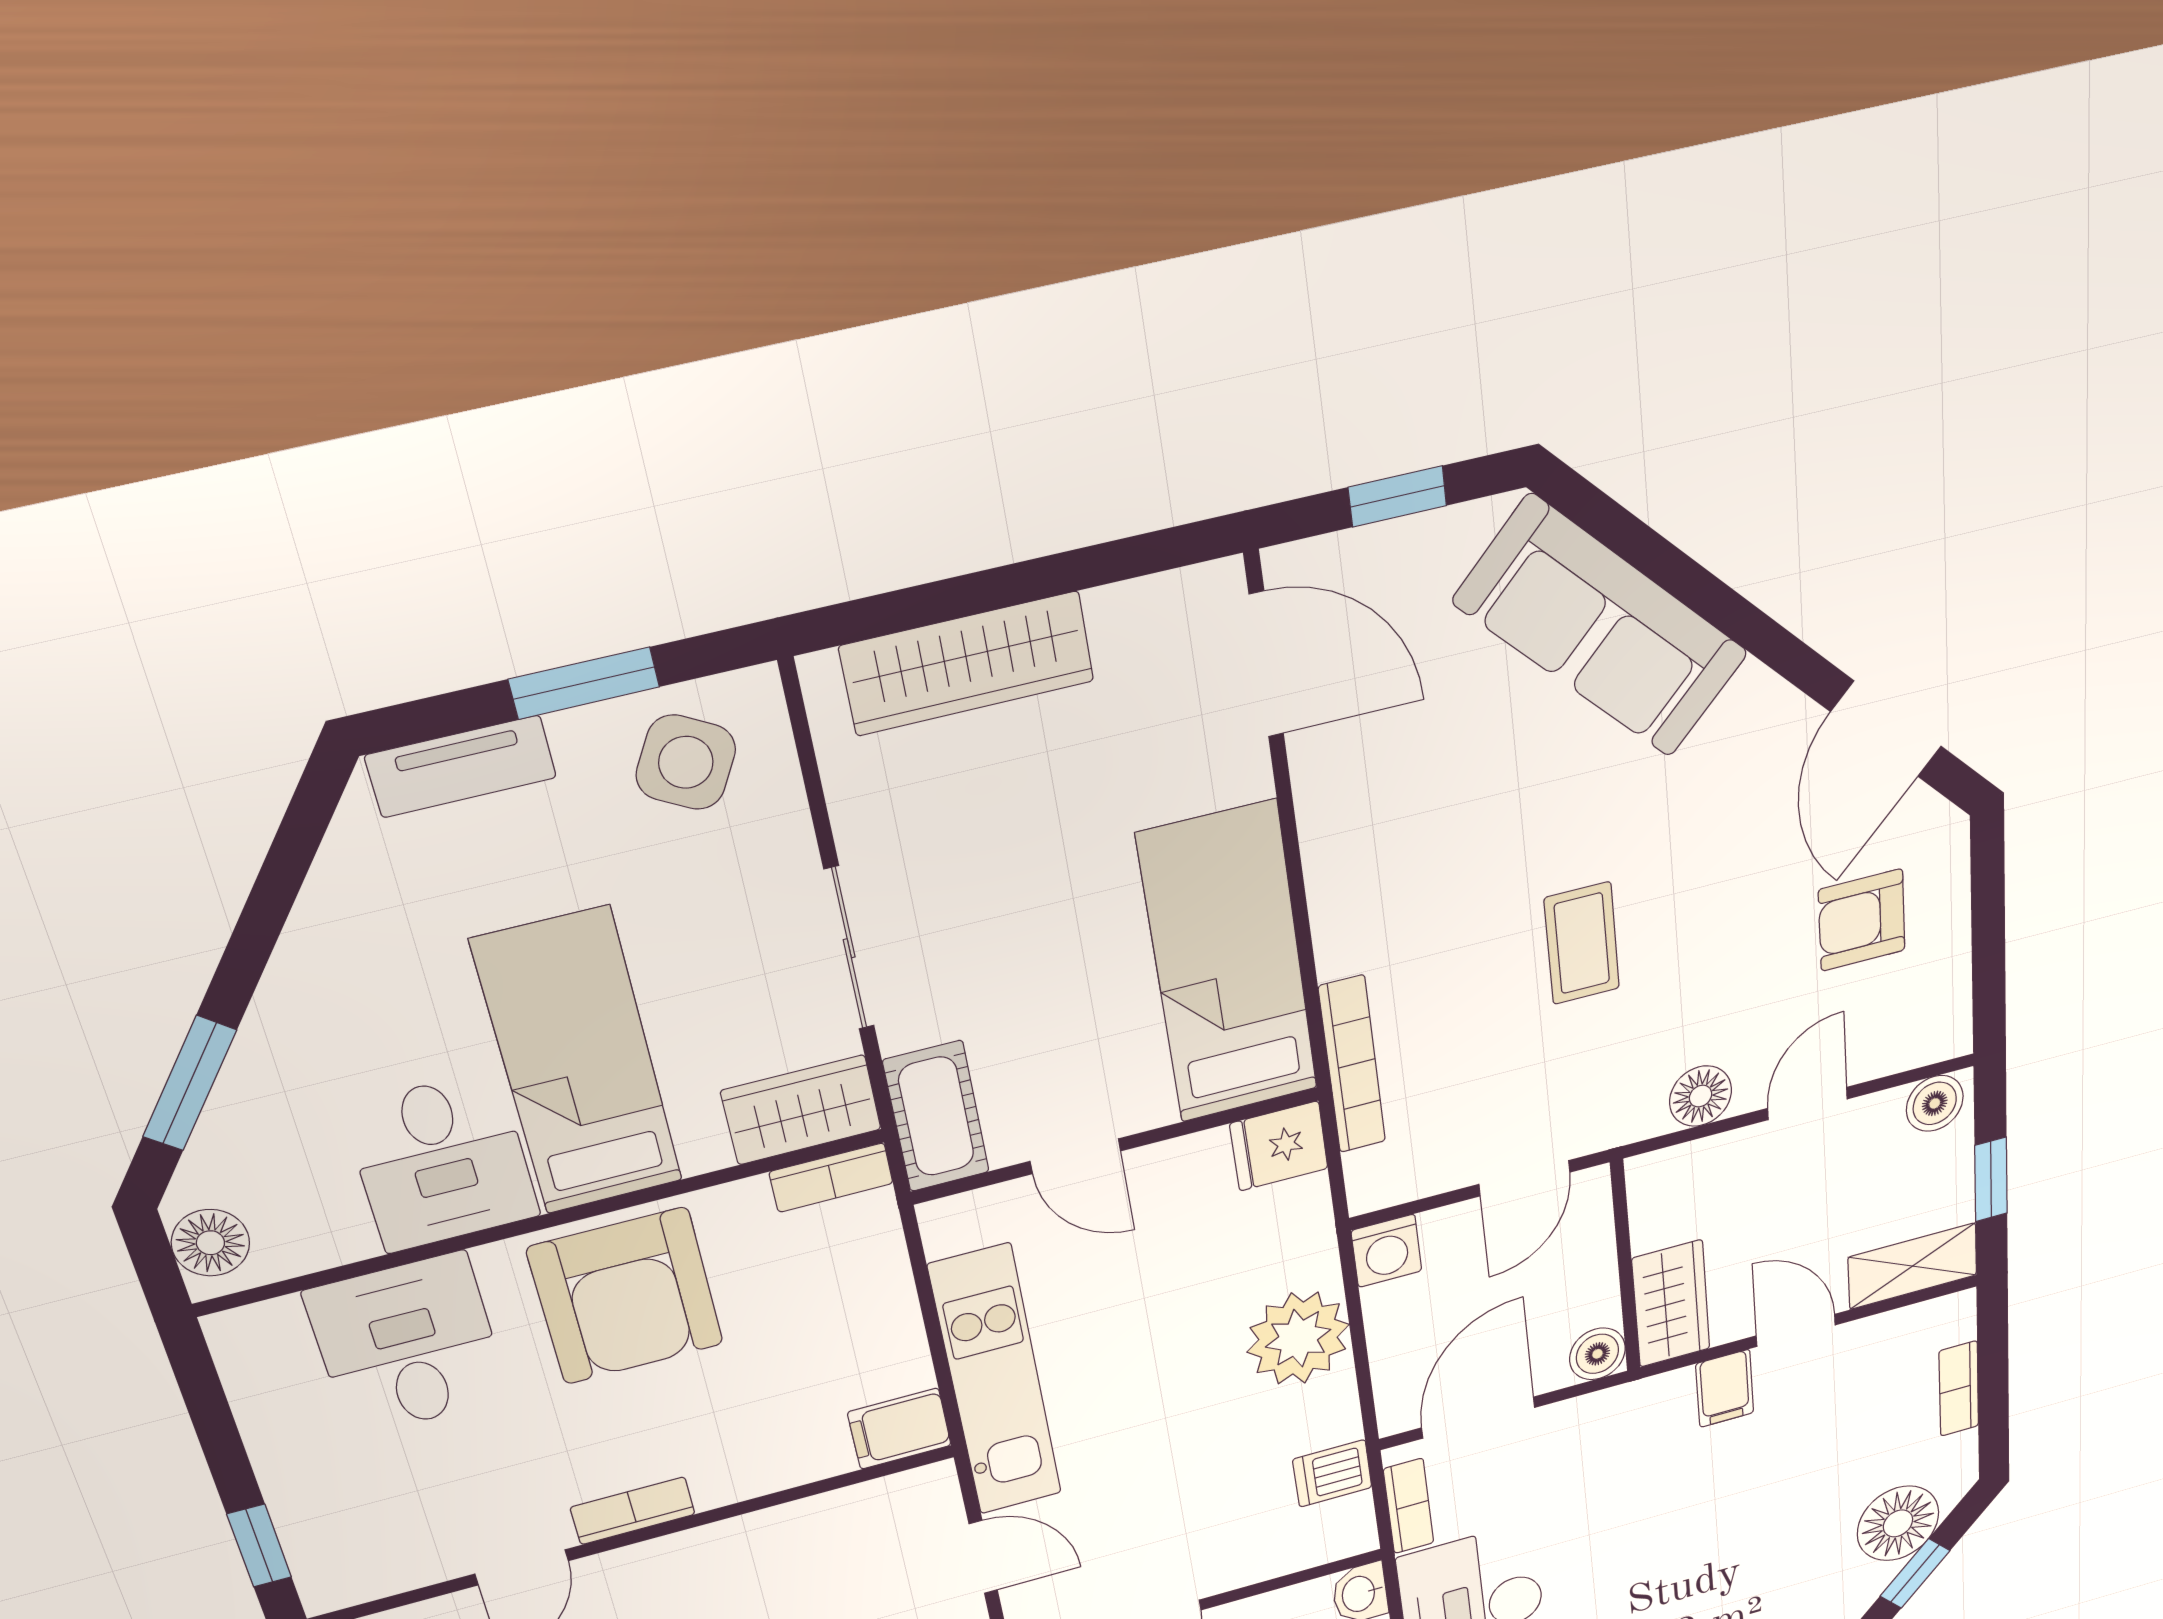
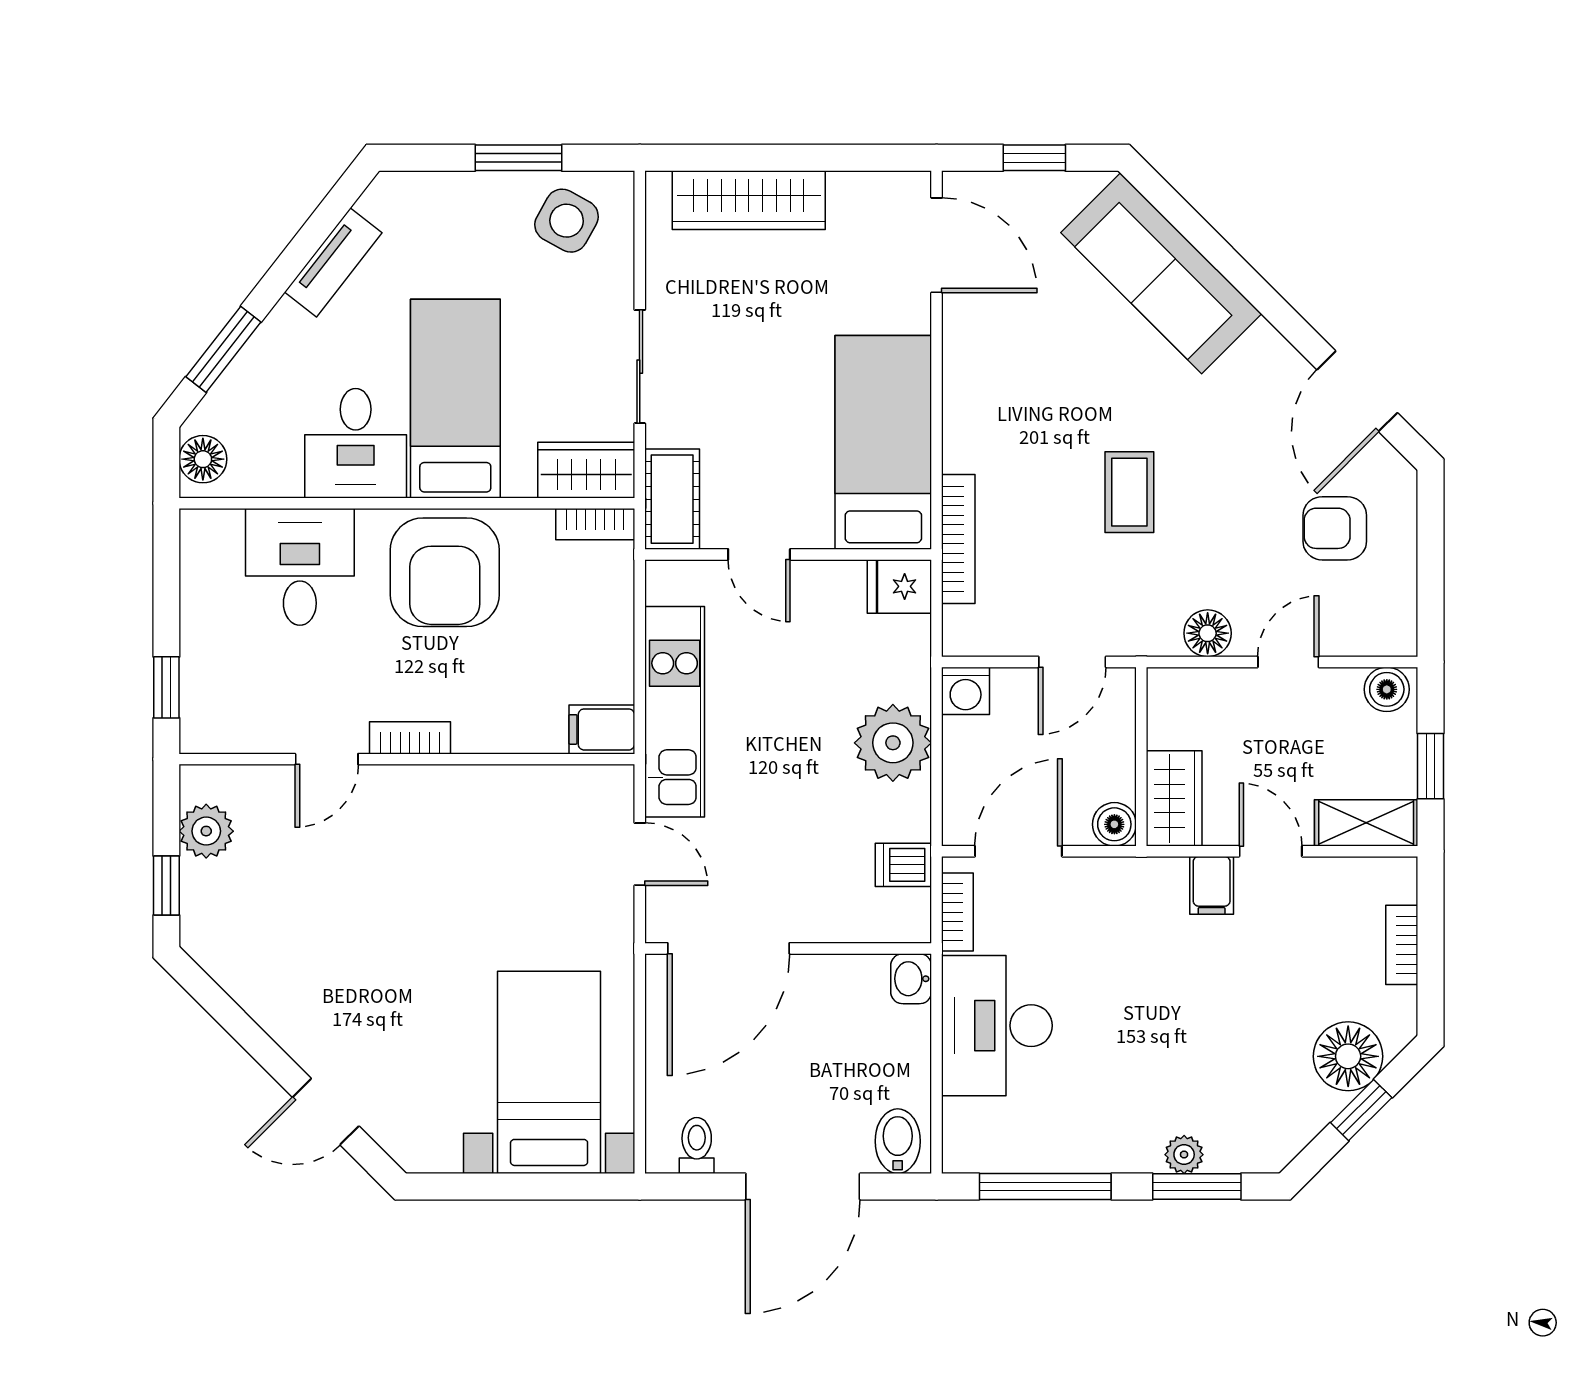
tv unit: (461, 766) -> (333, 262), moved, turned -52

